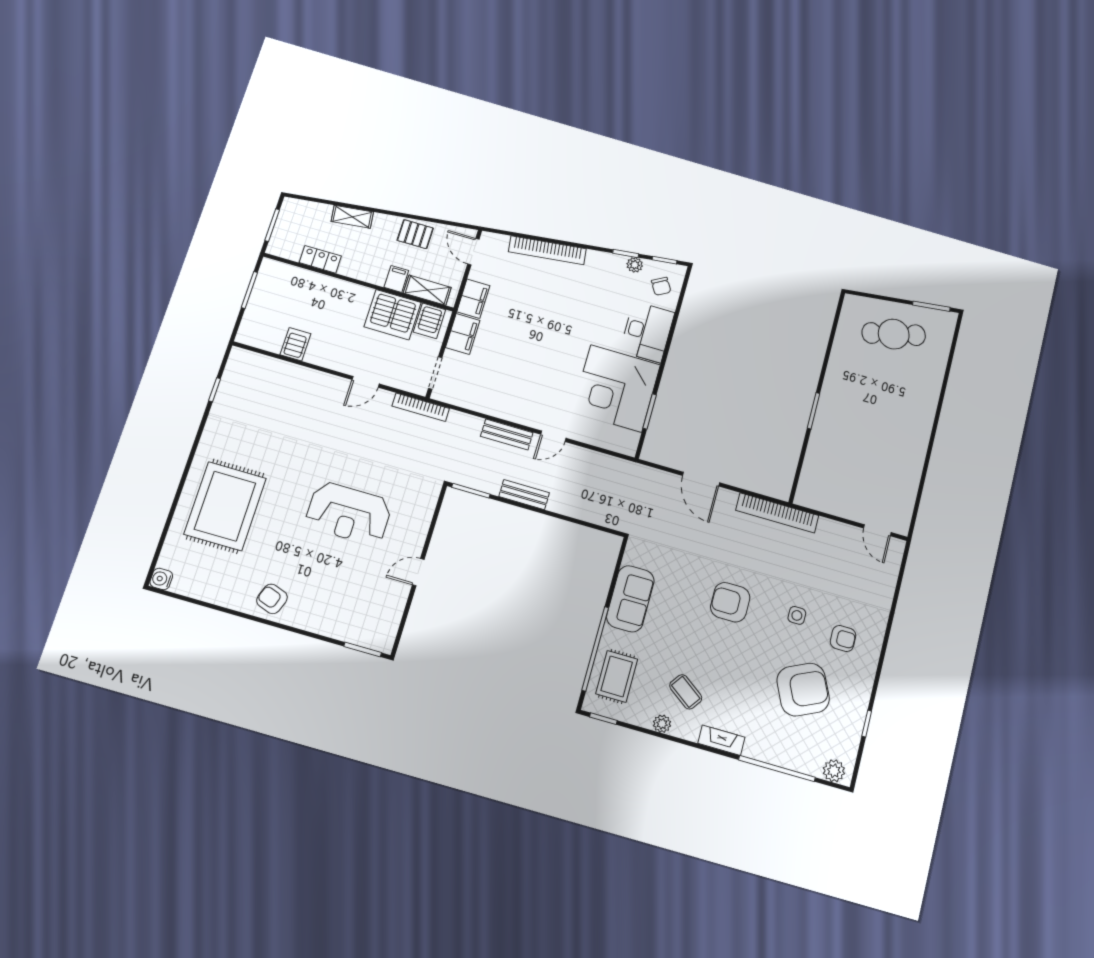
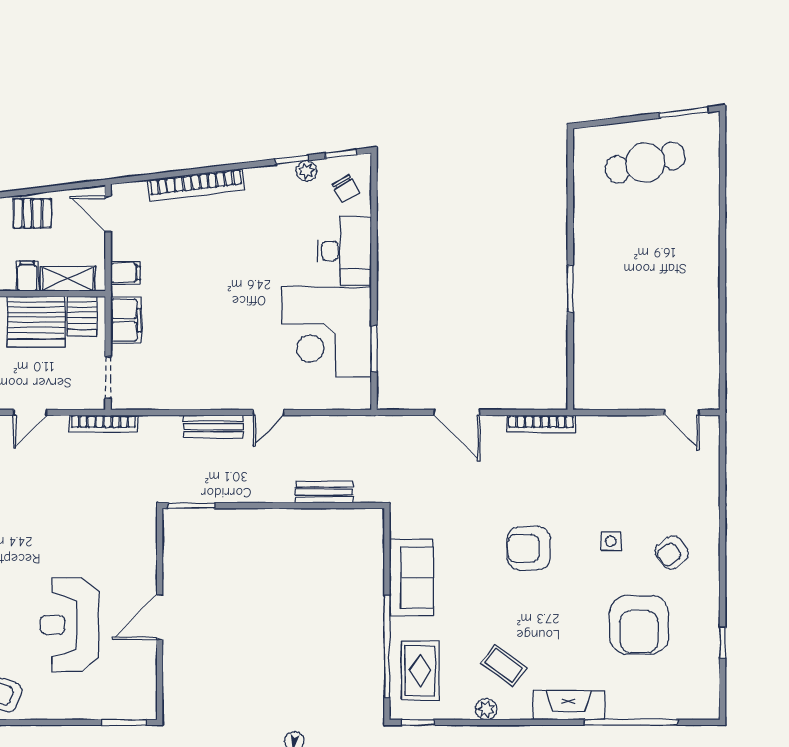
filing cabinet: (473, 299) -> (125, 273), width x0.50
bench: (524, 495) -> (324, 492), moved
reception desk: (349, 513) -> (70, 625), moved, turned 90
bookcase: (777, 513) -> (541, 424), width x0.68, depth x0.76
door: (418, 572) -> (160, 617), width x1.38
armchair: (843, 638) -> (672, 553), turned 142
armchair: (803, 690) -> (639, 625), turned 115
fireplace: (721, 740) -> (569, 705), width x1.37, depth x1.32
plant: (834, 771) -> (697, 707), removed

